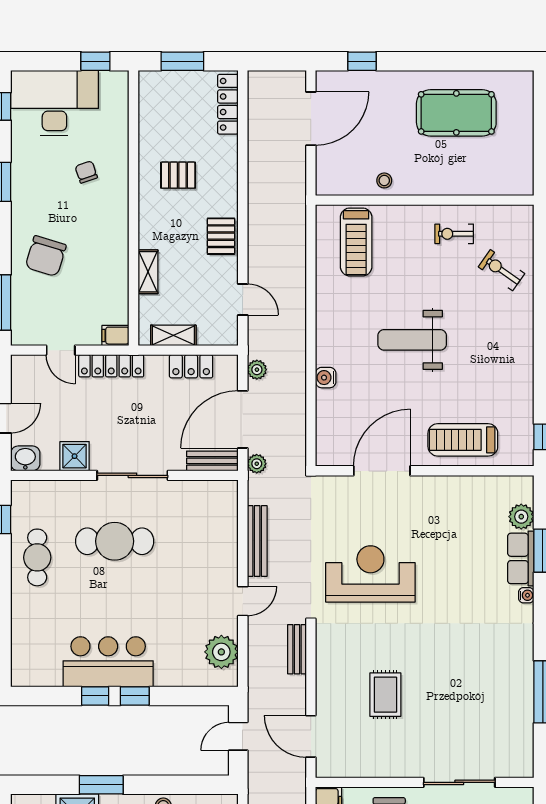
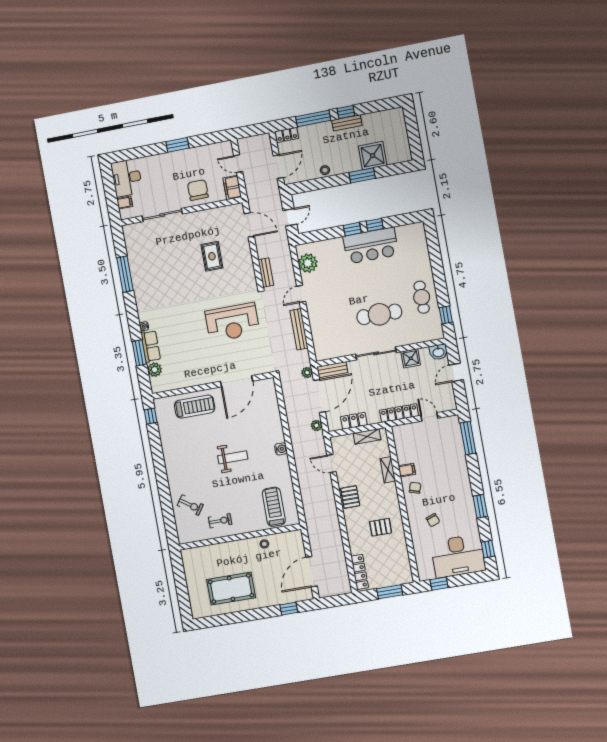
chair: (46, 256) -> (415, 488), moved, width x0.54, depth x0.54
filing cabinet: (115, 336) -> (407, 470), moved
weight bench: (412, 340) -> (233, 457), width x0.73, depth x0.75
water cooler: (326, 378) -> (281, 449), moved

